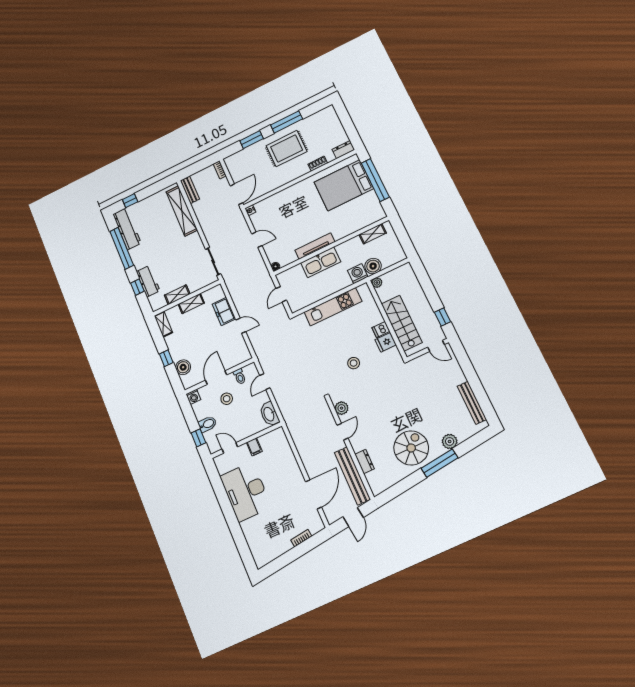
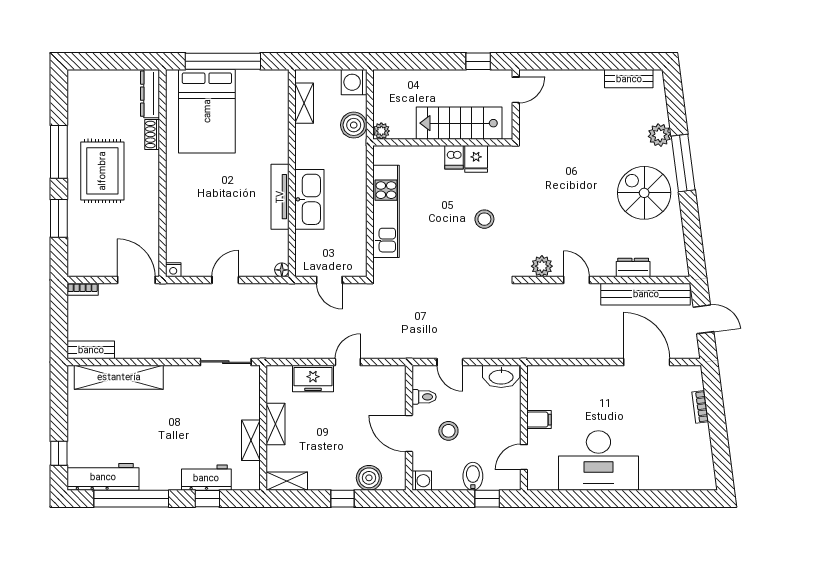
dresser: (343, 150) -> (150, 94), width x1.44
washing machine: (358, 274) -> (354, 82), moved
bench: (472, 403) -> (629, 79), width x0.73

